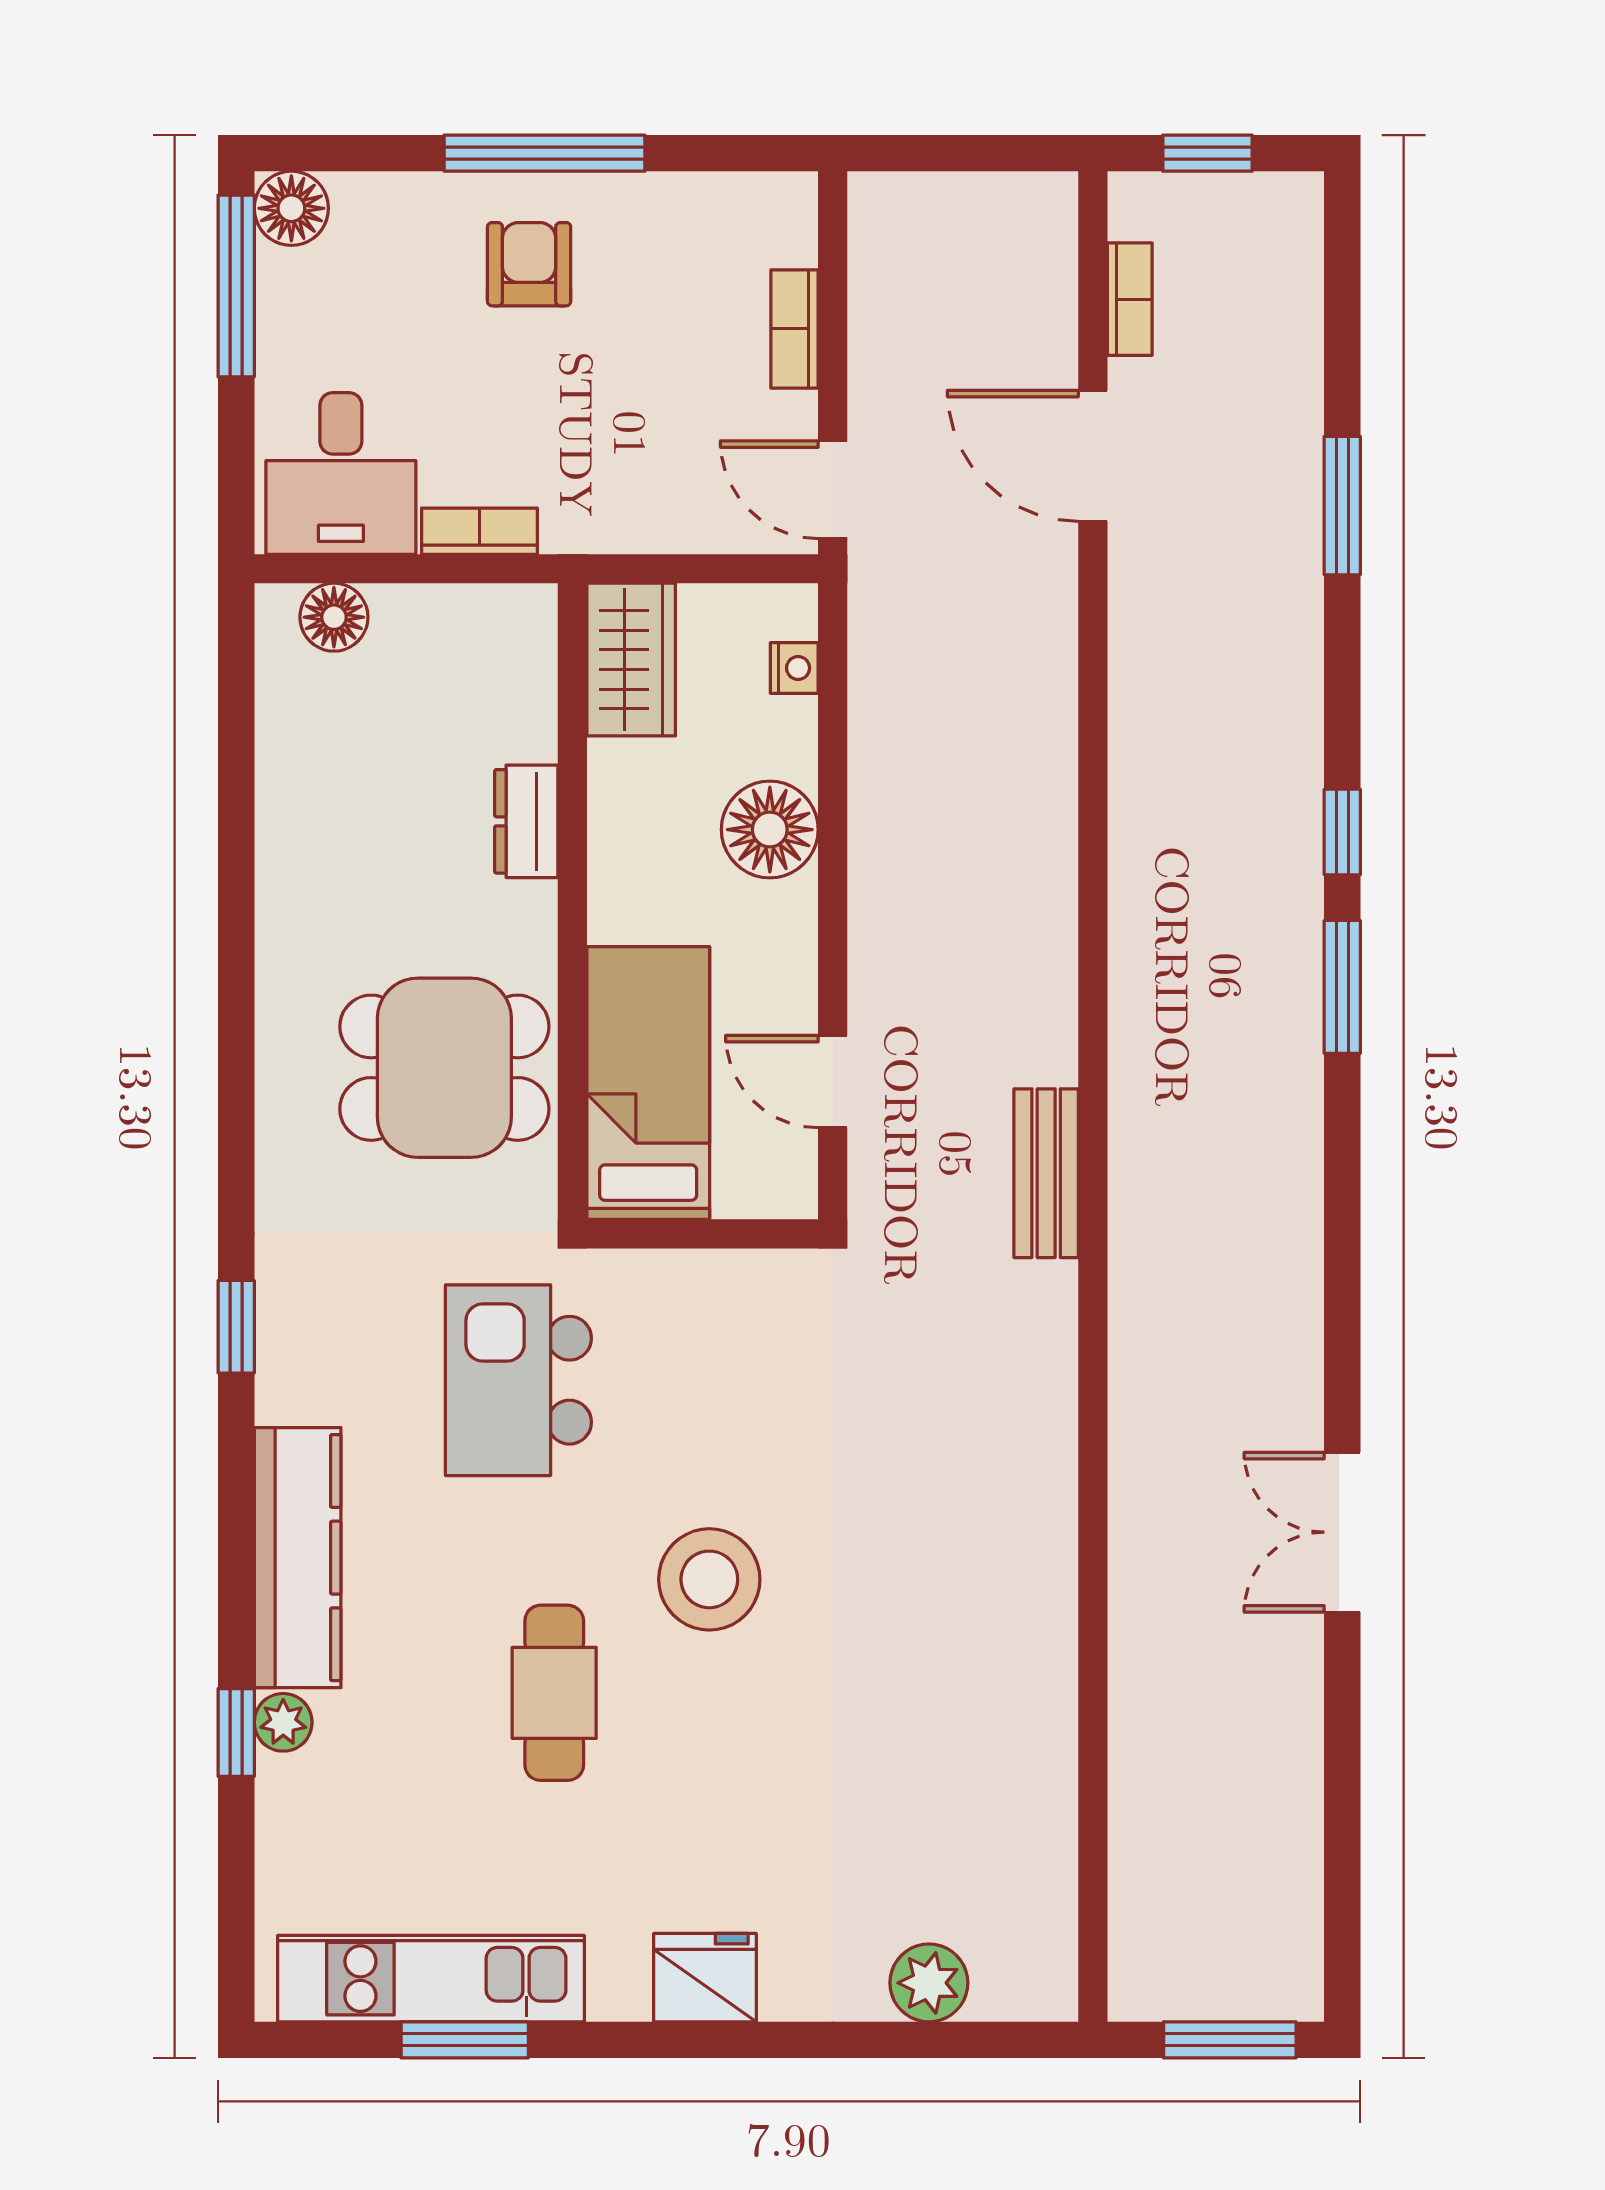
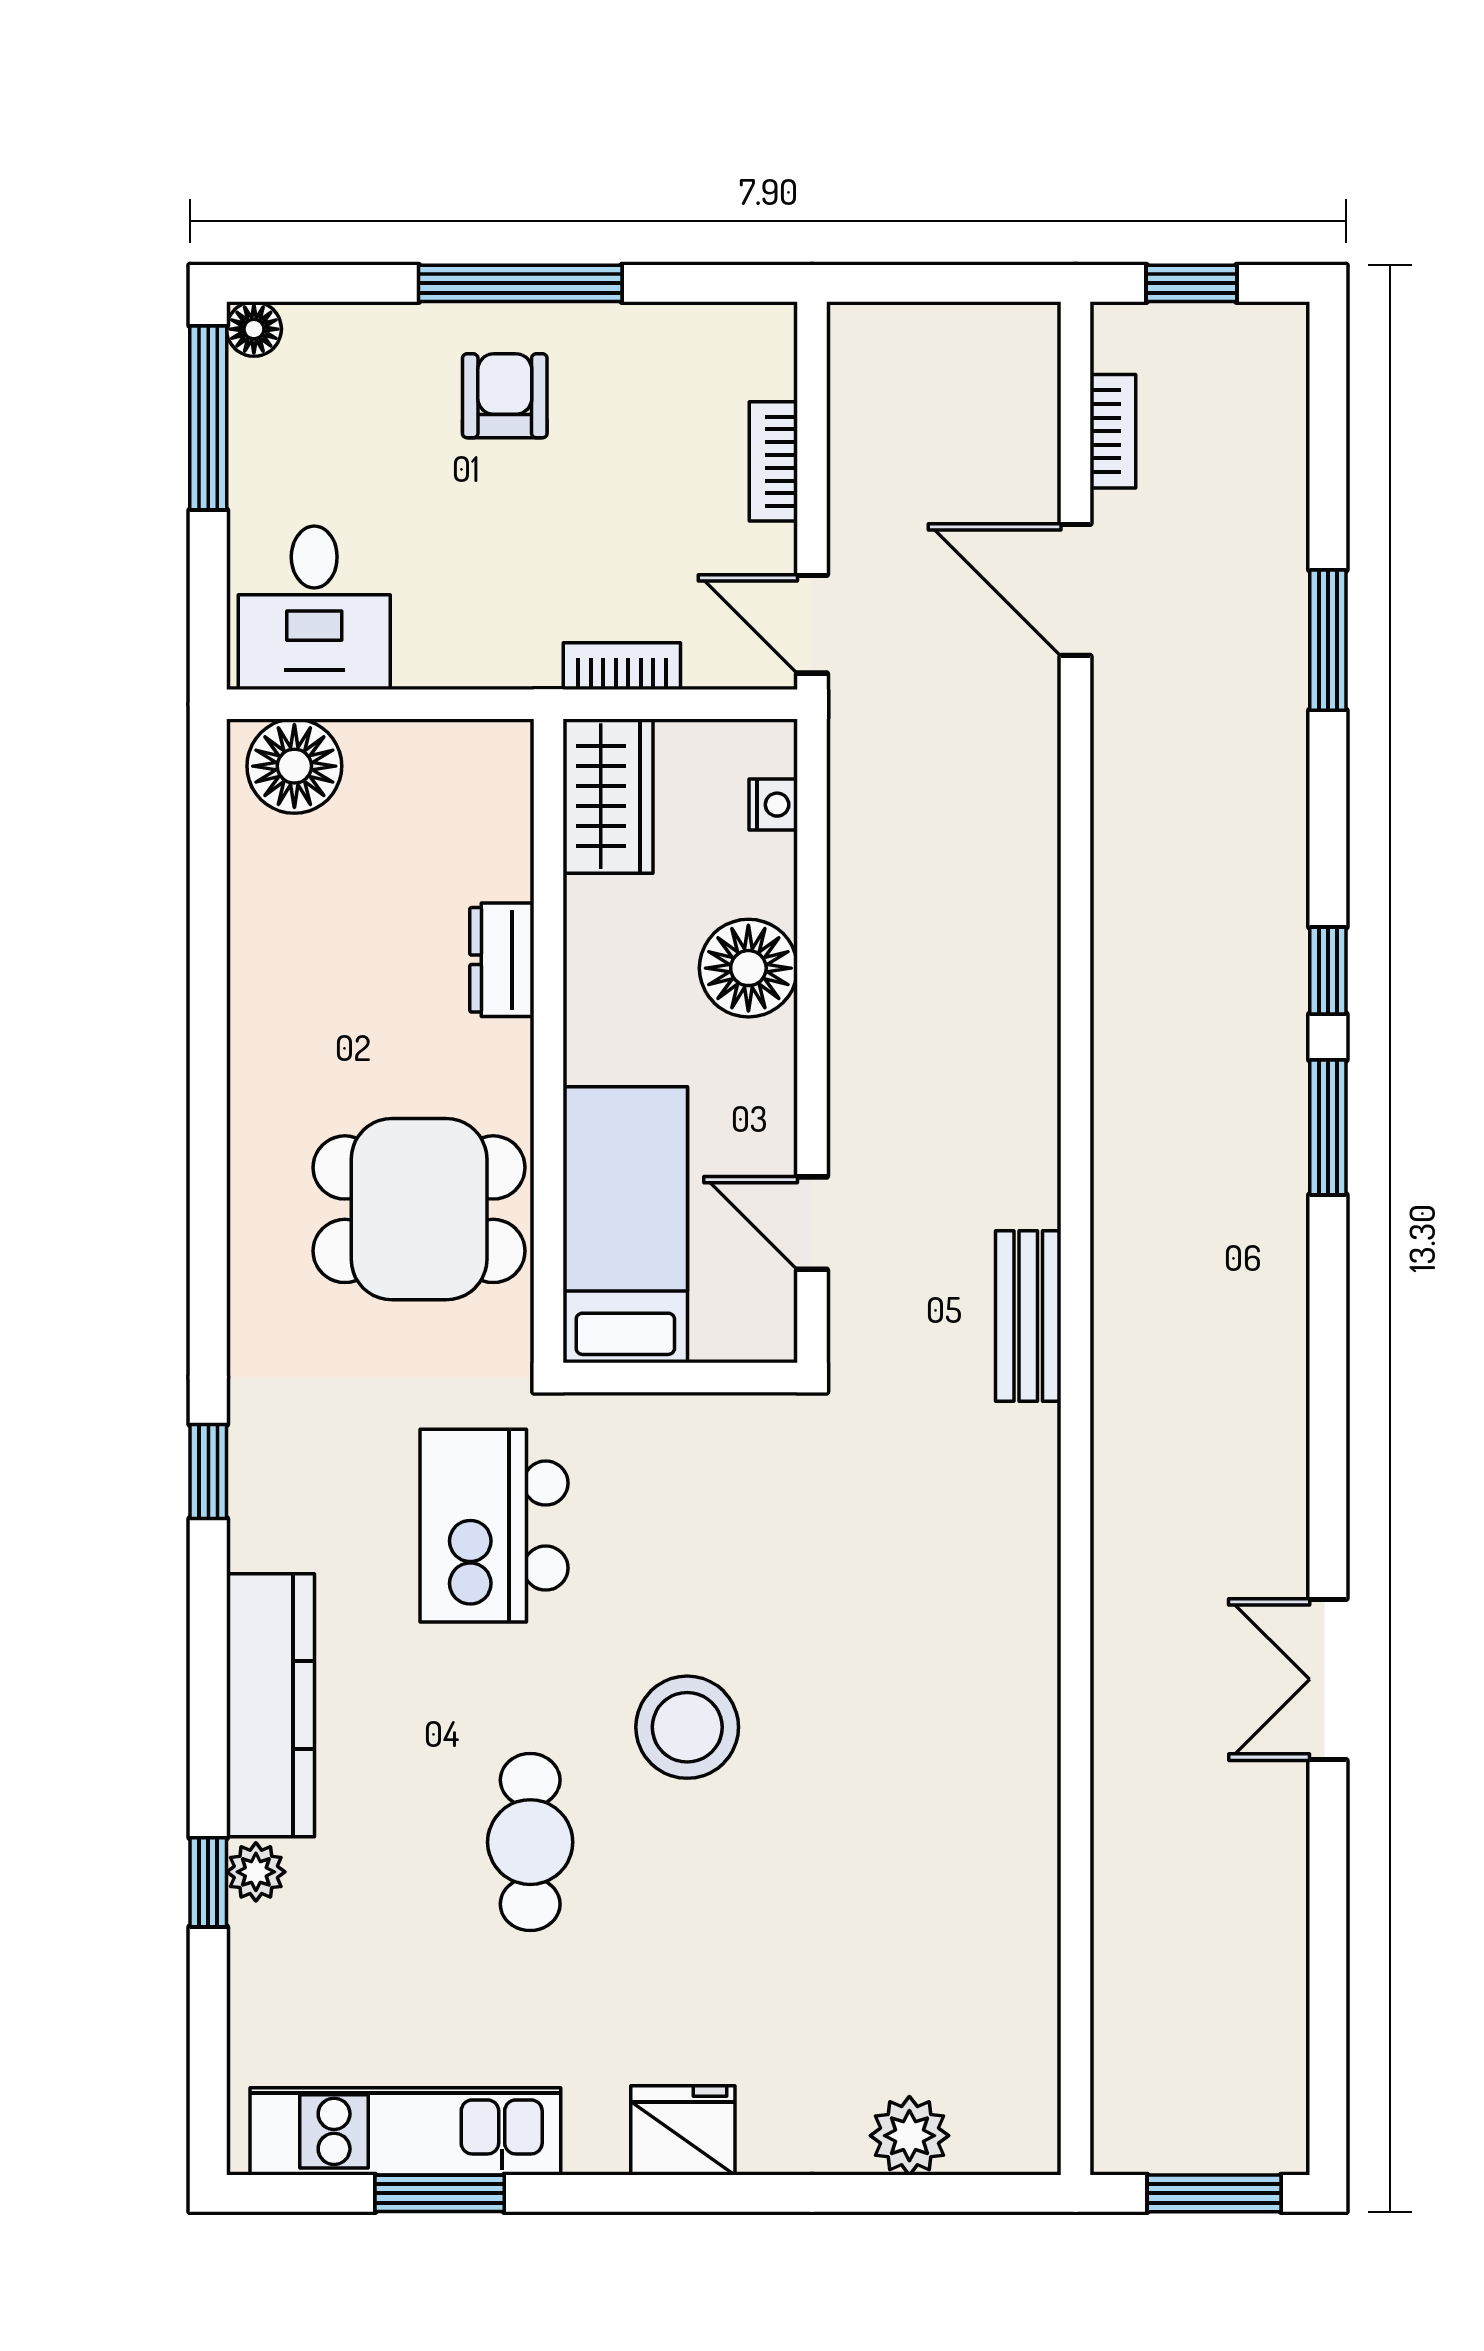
floor lamp: (291, 208) -> (254, 329), width x0.73, depth x0.73
bookcase: (479, 531) -> (622, 666), moved
floor lamp: (334, 617) -> (294, 766), width x1.38, depth x1.38

